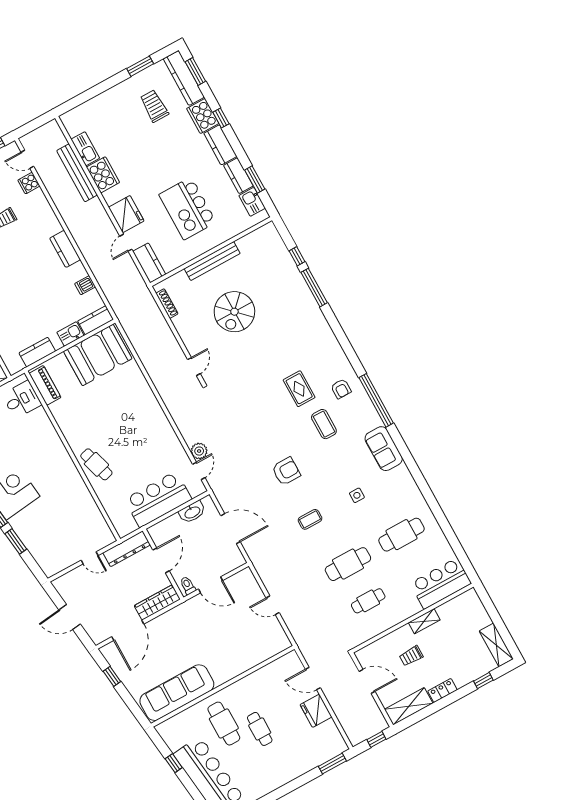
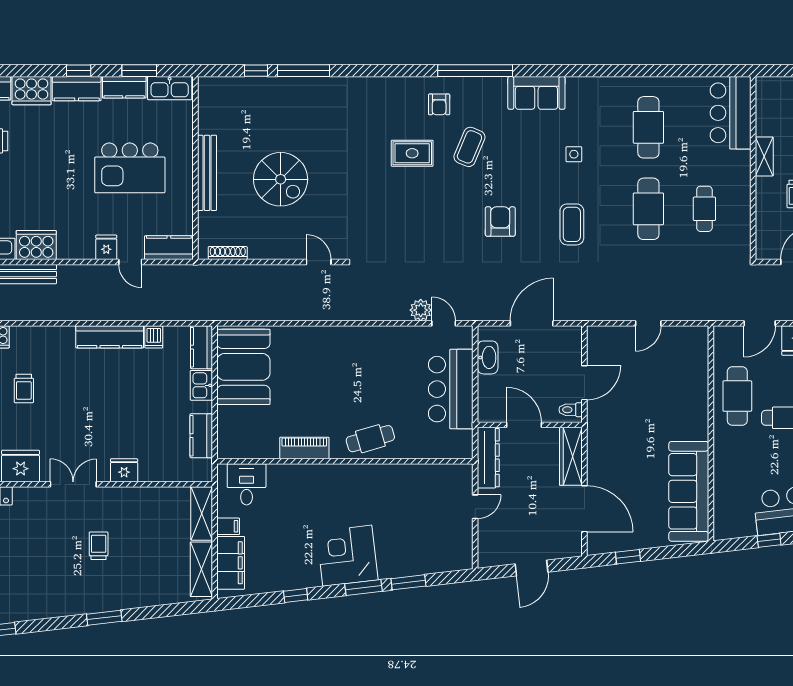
window: (221, 118) -> (79, 71), moved
kitchen sink: (252, 202) -> (170, 88), width x1.38
fridge: (126, 214) -> (106, 247), width x0.53, depth x0.75
kitchen counter: (65, 249) -> (110, 337), width x1.50
piano: (45, 385) -> (304, 448), moved
armchair: (341, 389) -> (439, 104), turned 90
coffee table: (324, 424) -> (469, 147), turned -67
coffee table: (310, 519) -> (572, 224), width x1.36, depth x1.30
cafe table: (224, 724) -> (737, 396), moved, turned 90

